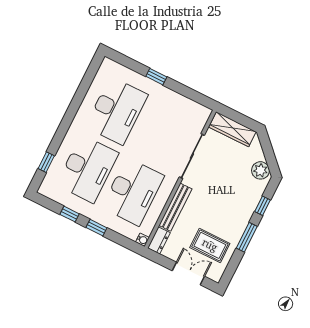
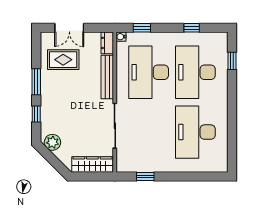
window: (156, 77) -> (145, 177), moved
window: (96, 228) -> (142, 28), moved

